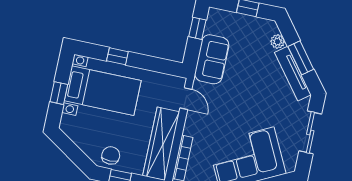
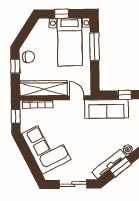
window: (117, 56) -> (94, 47), width x2.17
sofa: (212, 59) -> (106, 109), width x1.36
door: (186, 99) -> (77, 98), swing flipped

